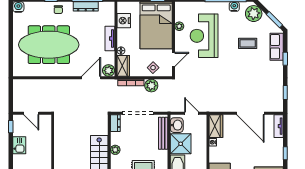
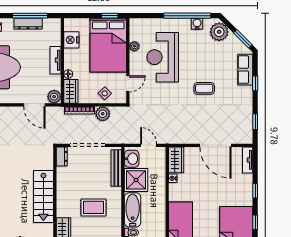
coffee table: (248, 43) -> (204, 88), moved
door: (91, 78) -> (34, 105), swing flipped
plant: (115, 150) -> (62, 187), removed

